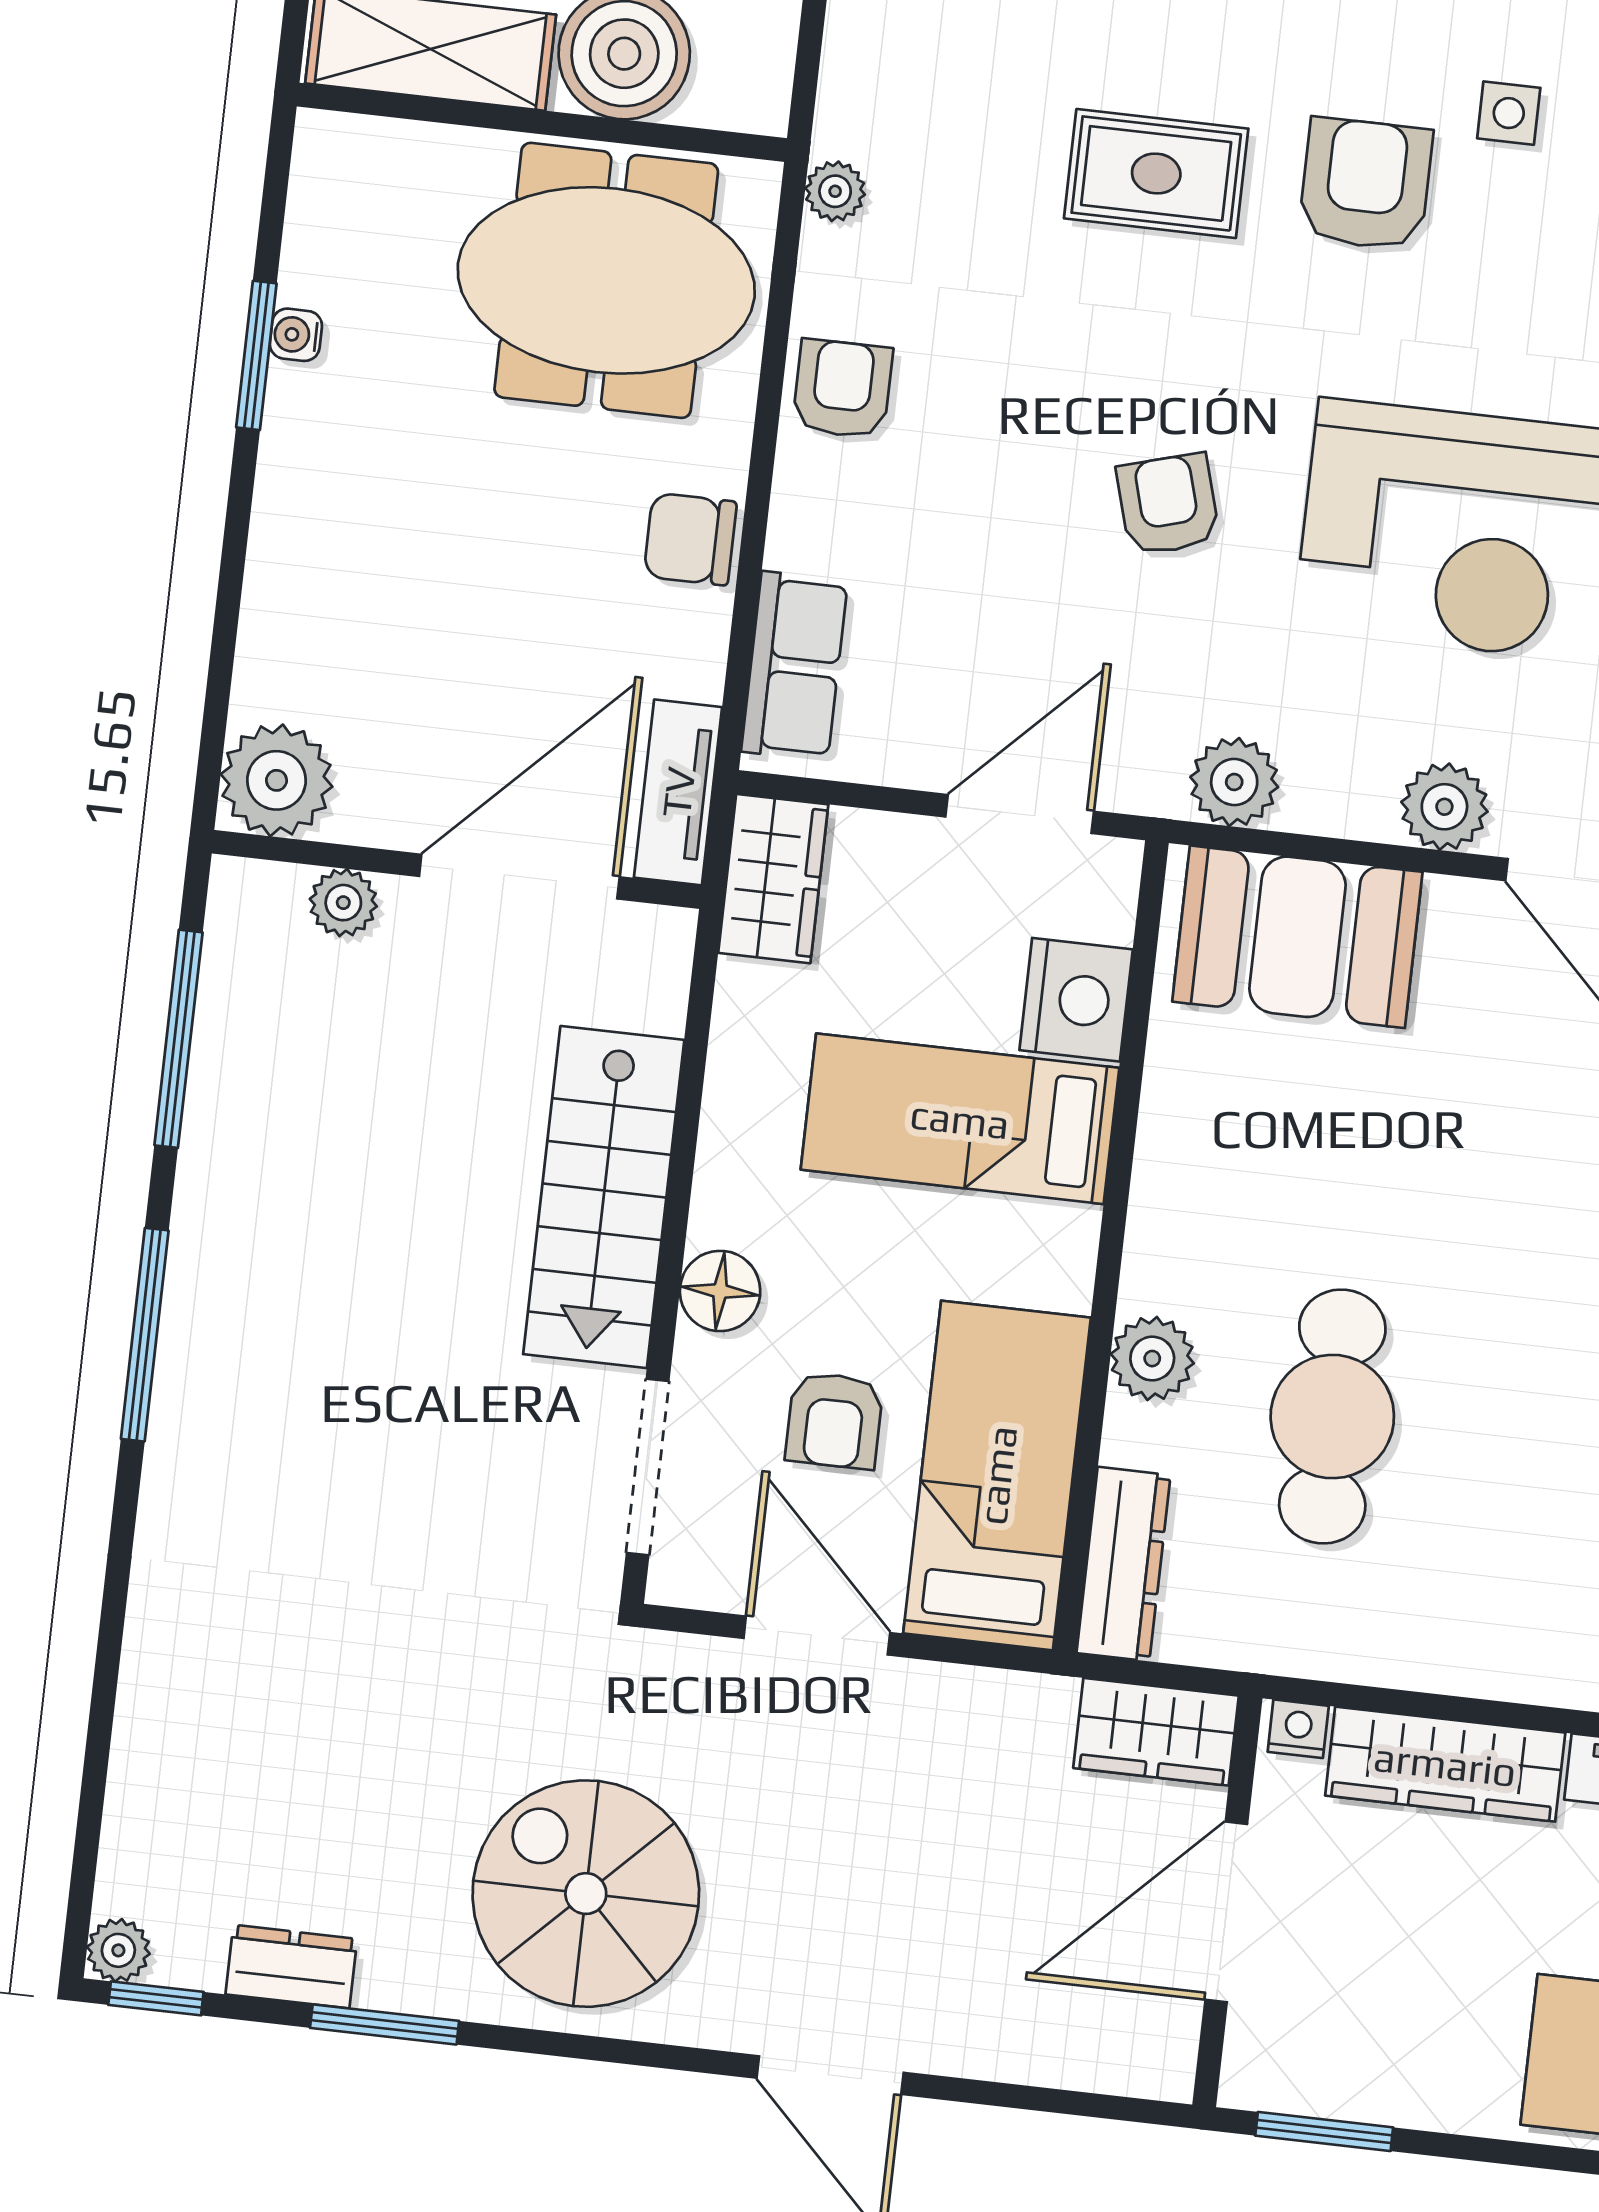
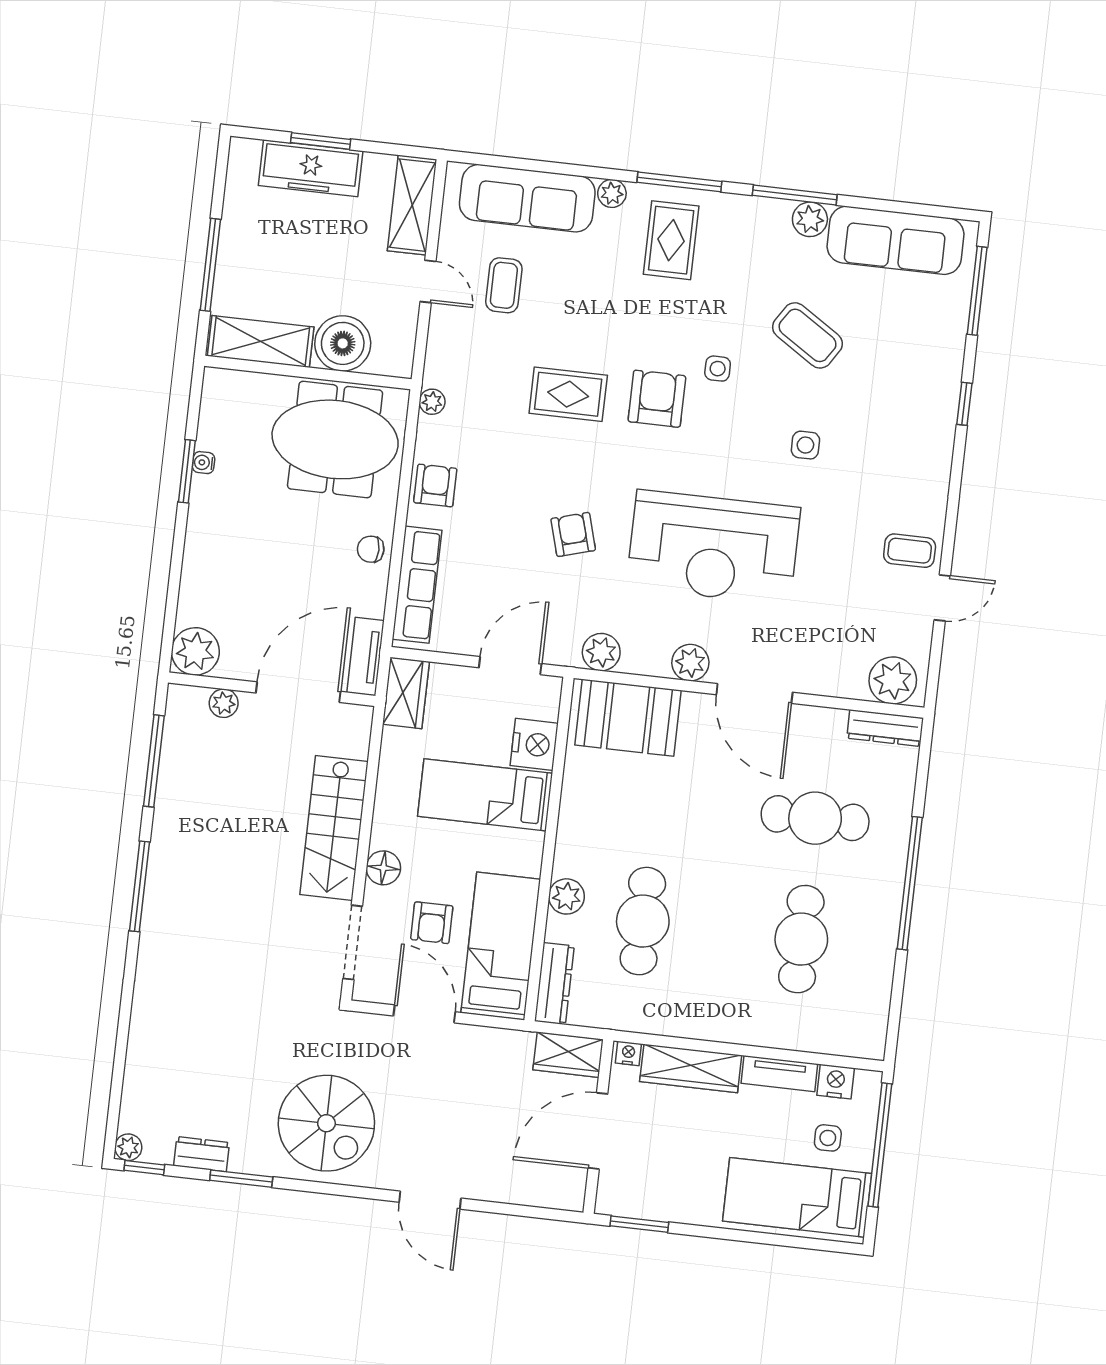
chair: (690, 539) -> (371, 549), width x0.73, depth x0.73
row of seats: (795, 666) -> (417, 585), width x1.48
spiral stairs: (586, 1894) -> (326, 1123), turned 180

